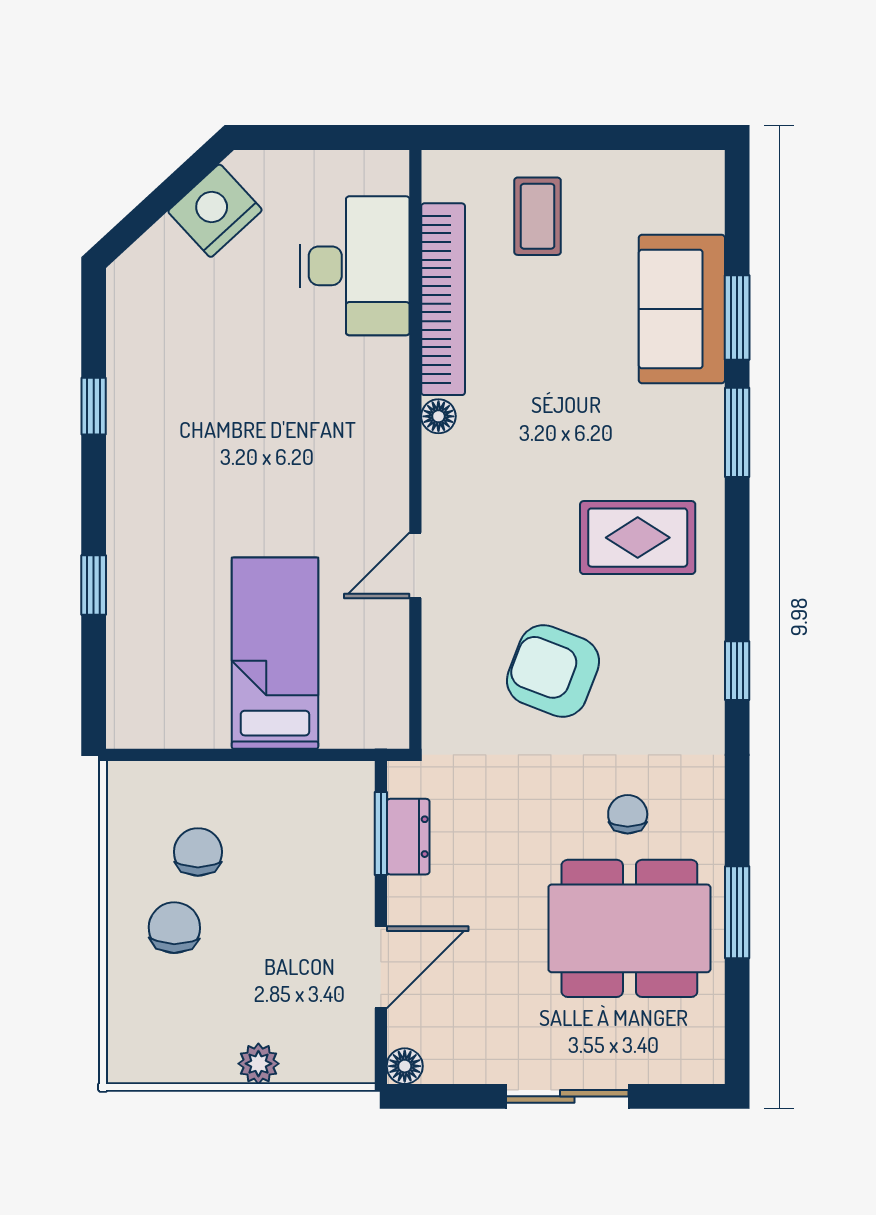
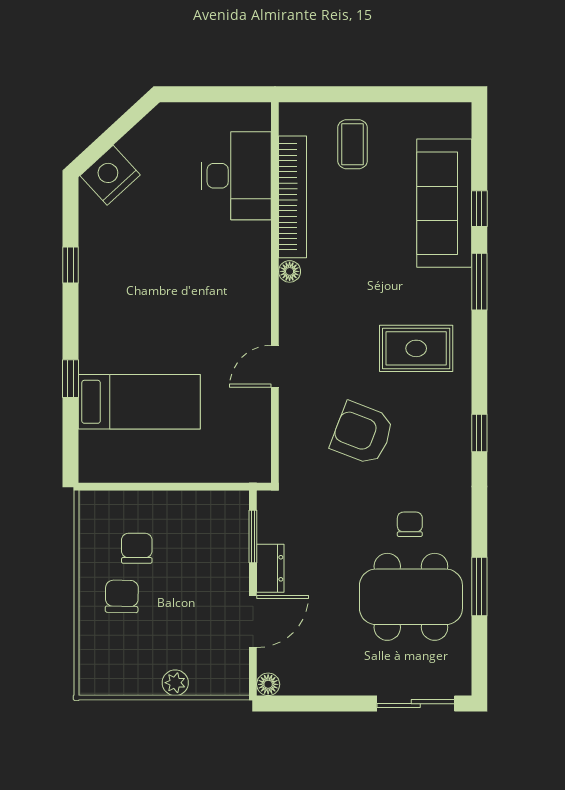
nightstand: (215, 211) -> (110, 175), moved
sofa: (682, 309) -> (444, 203), width x1.36
window: (737, 318) -> (479, 209), width x0.67
bed: (275, 653) -> (139, 402), moved, turned 90
dresser: (408, 837) -> (270, 568), moved
sliding door: (567, 1096) -> (416, 704), moved

